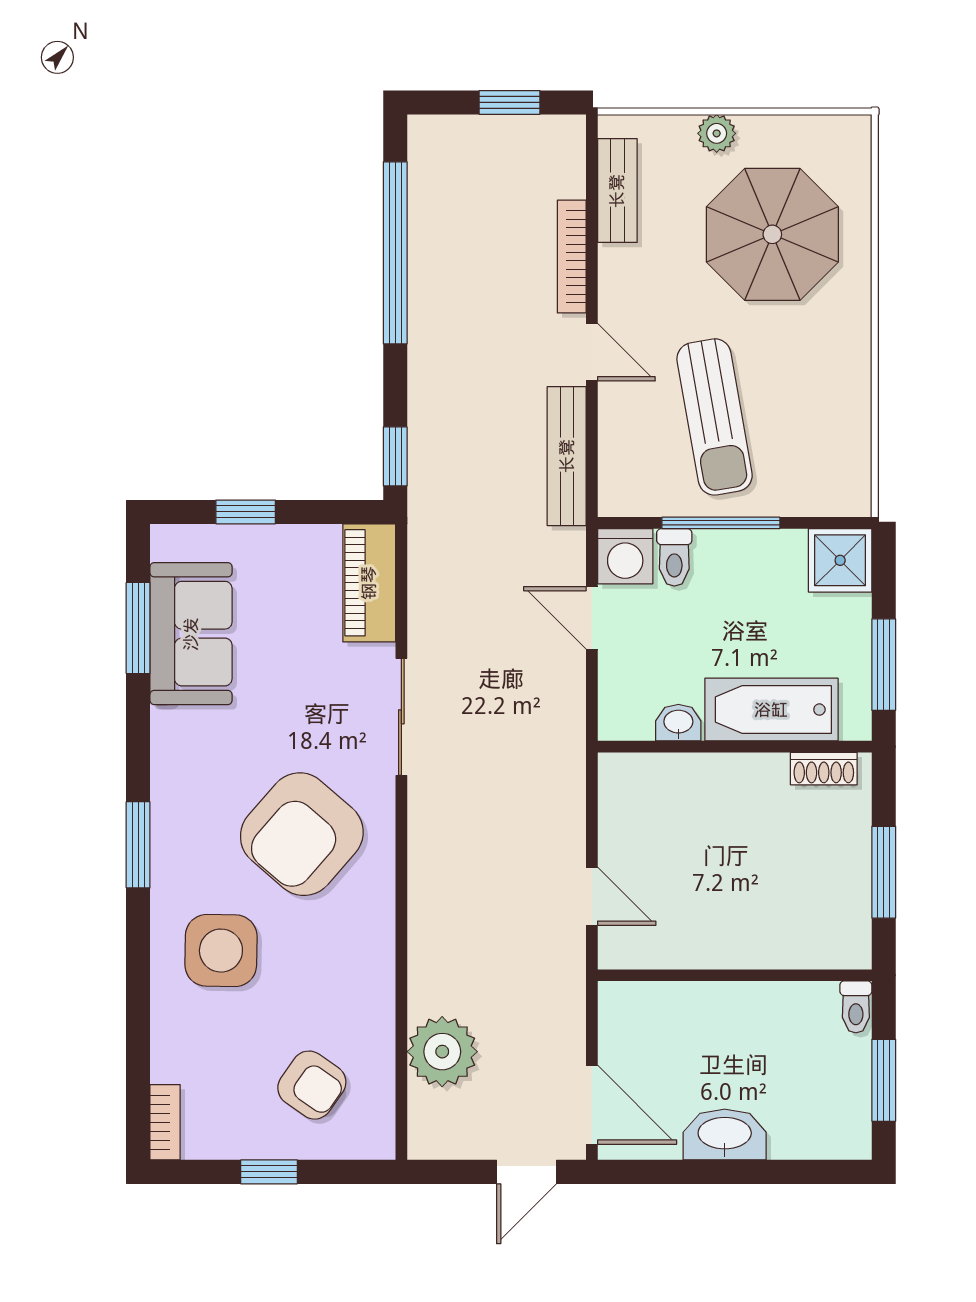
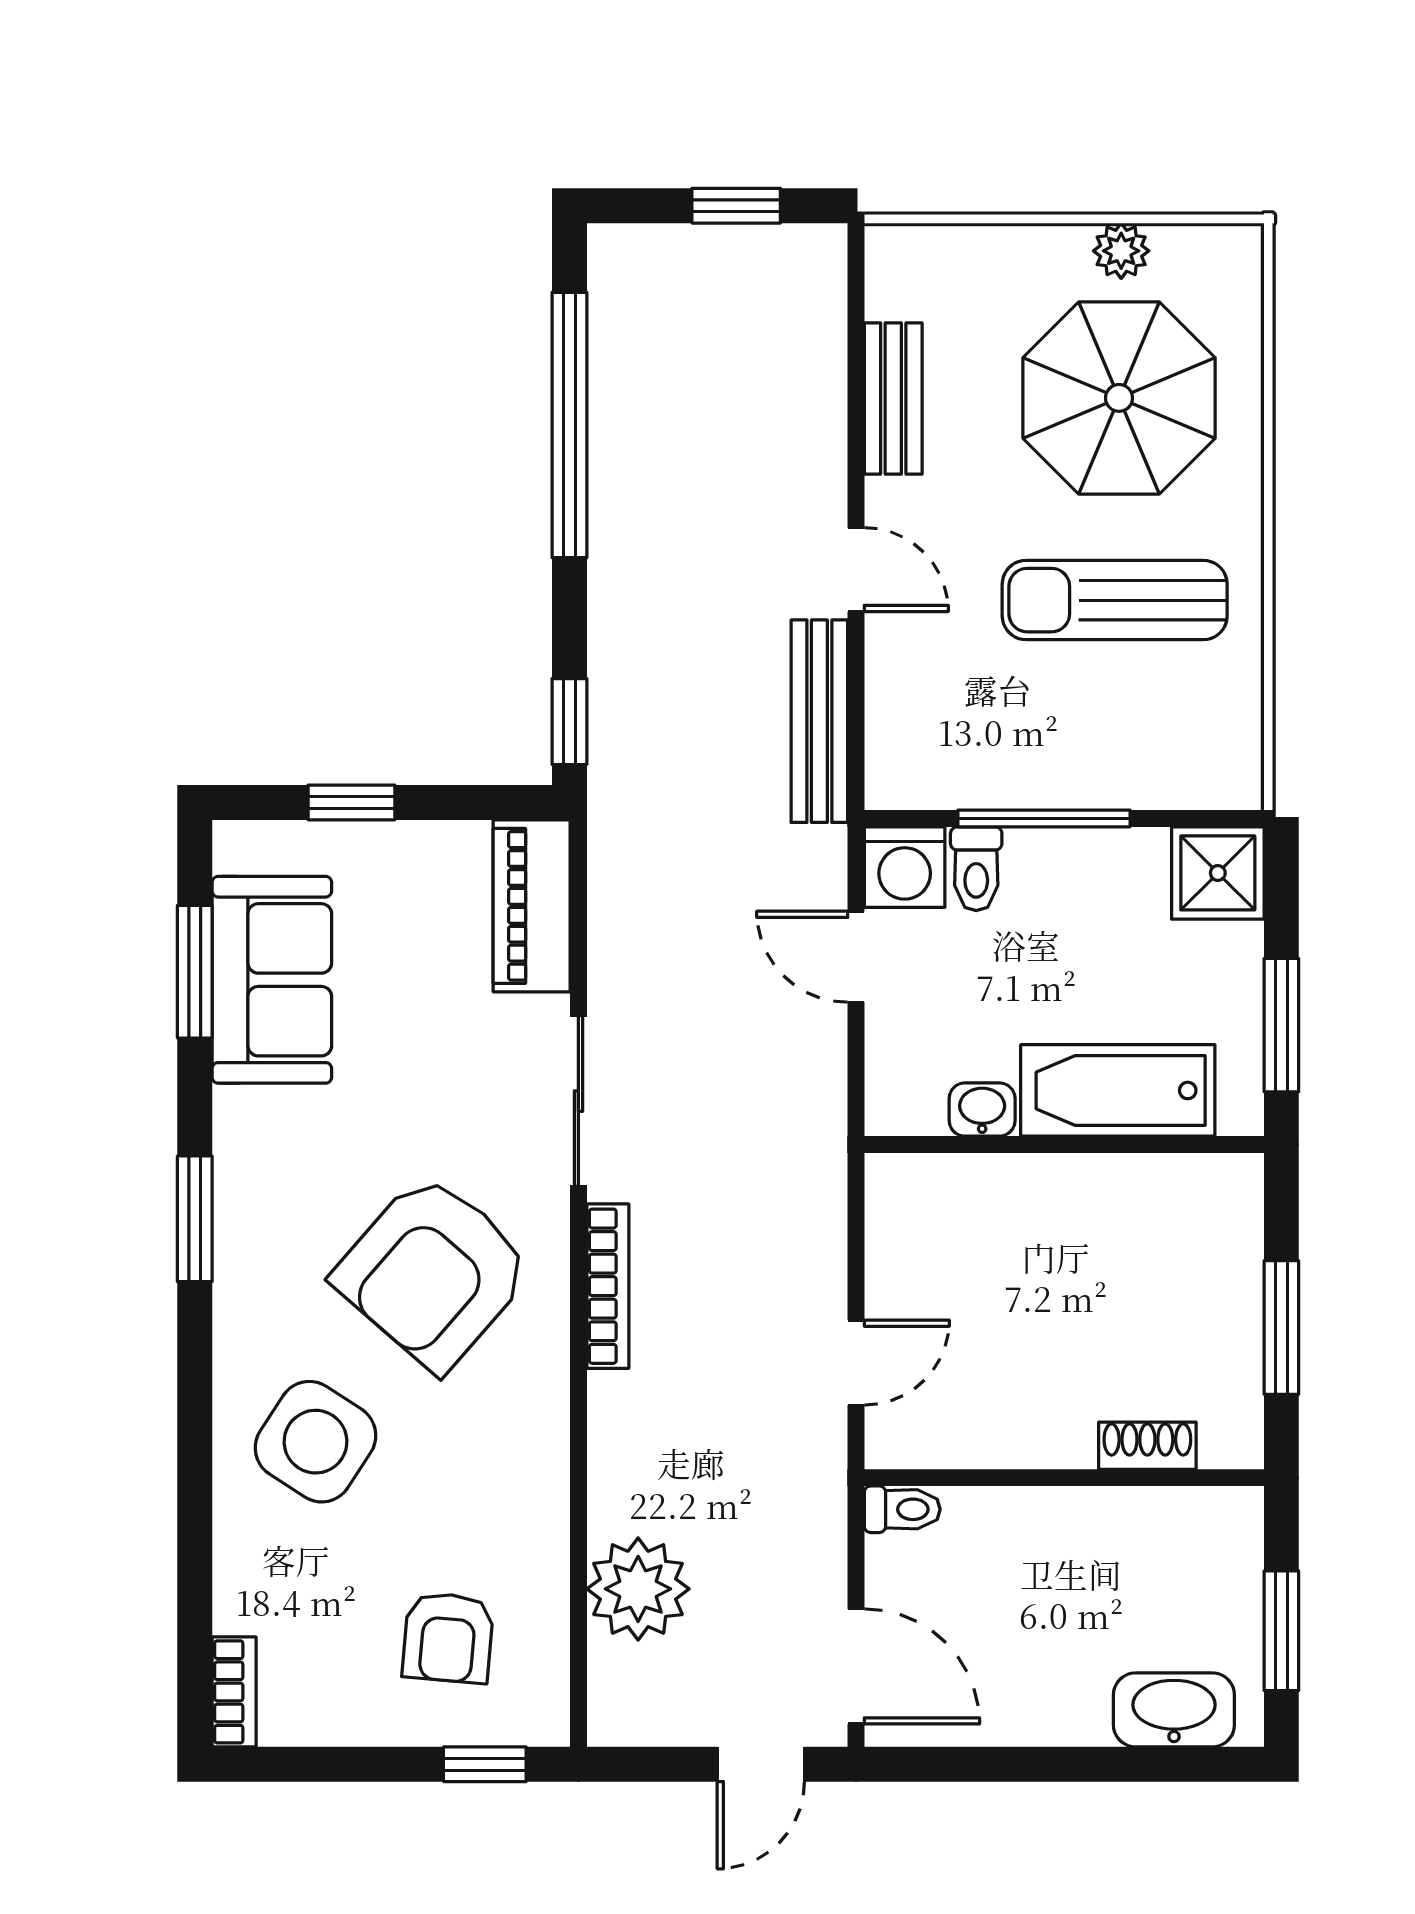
plant: (717, 133) -> (1121, 251), moved
bench: (617, 191) -> (893, 398), moved
bookcase: (572, 257) -> (608, 1286), moved, turned 180
sun lounger: (715, 417) -> (1115, 600), moved, turned 100
shoe rack: (824, 769) -> (1147, 1446), moved, turned 180
window: (138, 845) -> (195, 1219), moved
door: (592, 896) -> (856, 1363), hinge flipped
side table: (221, 951) -> (316, 1442), turned 32
toilet: (856, 1007) -> (902, 1509), moved, turned -90
armchair: (312, 1085) -> (448, 1638), turned 60
washbasin: (725, 1135) -> (1174, 1710), moved
window: (269, 1172) -> (485, 1764), moved

